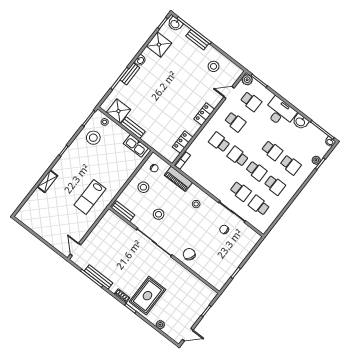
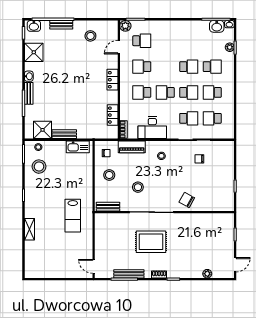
desk: (280, 112) -> (152, 128), moved, turned 180
school desk: (235, 122) -> (142, 67), turned 180
washbasin: (300, 122) -> (217, 26), moved
school desk: (275, 185) -> (212, 92), turned 180
rug: (147, 296) -> (151, 242), moved, turned 90

